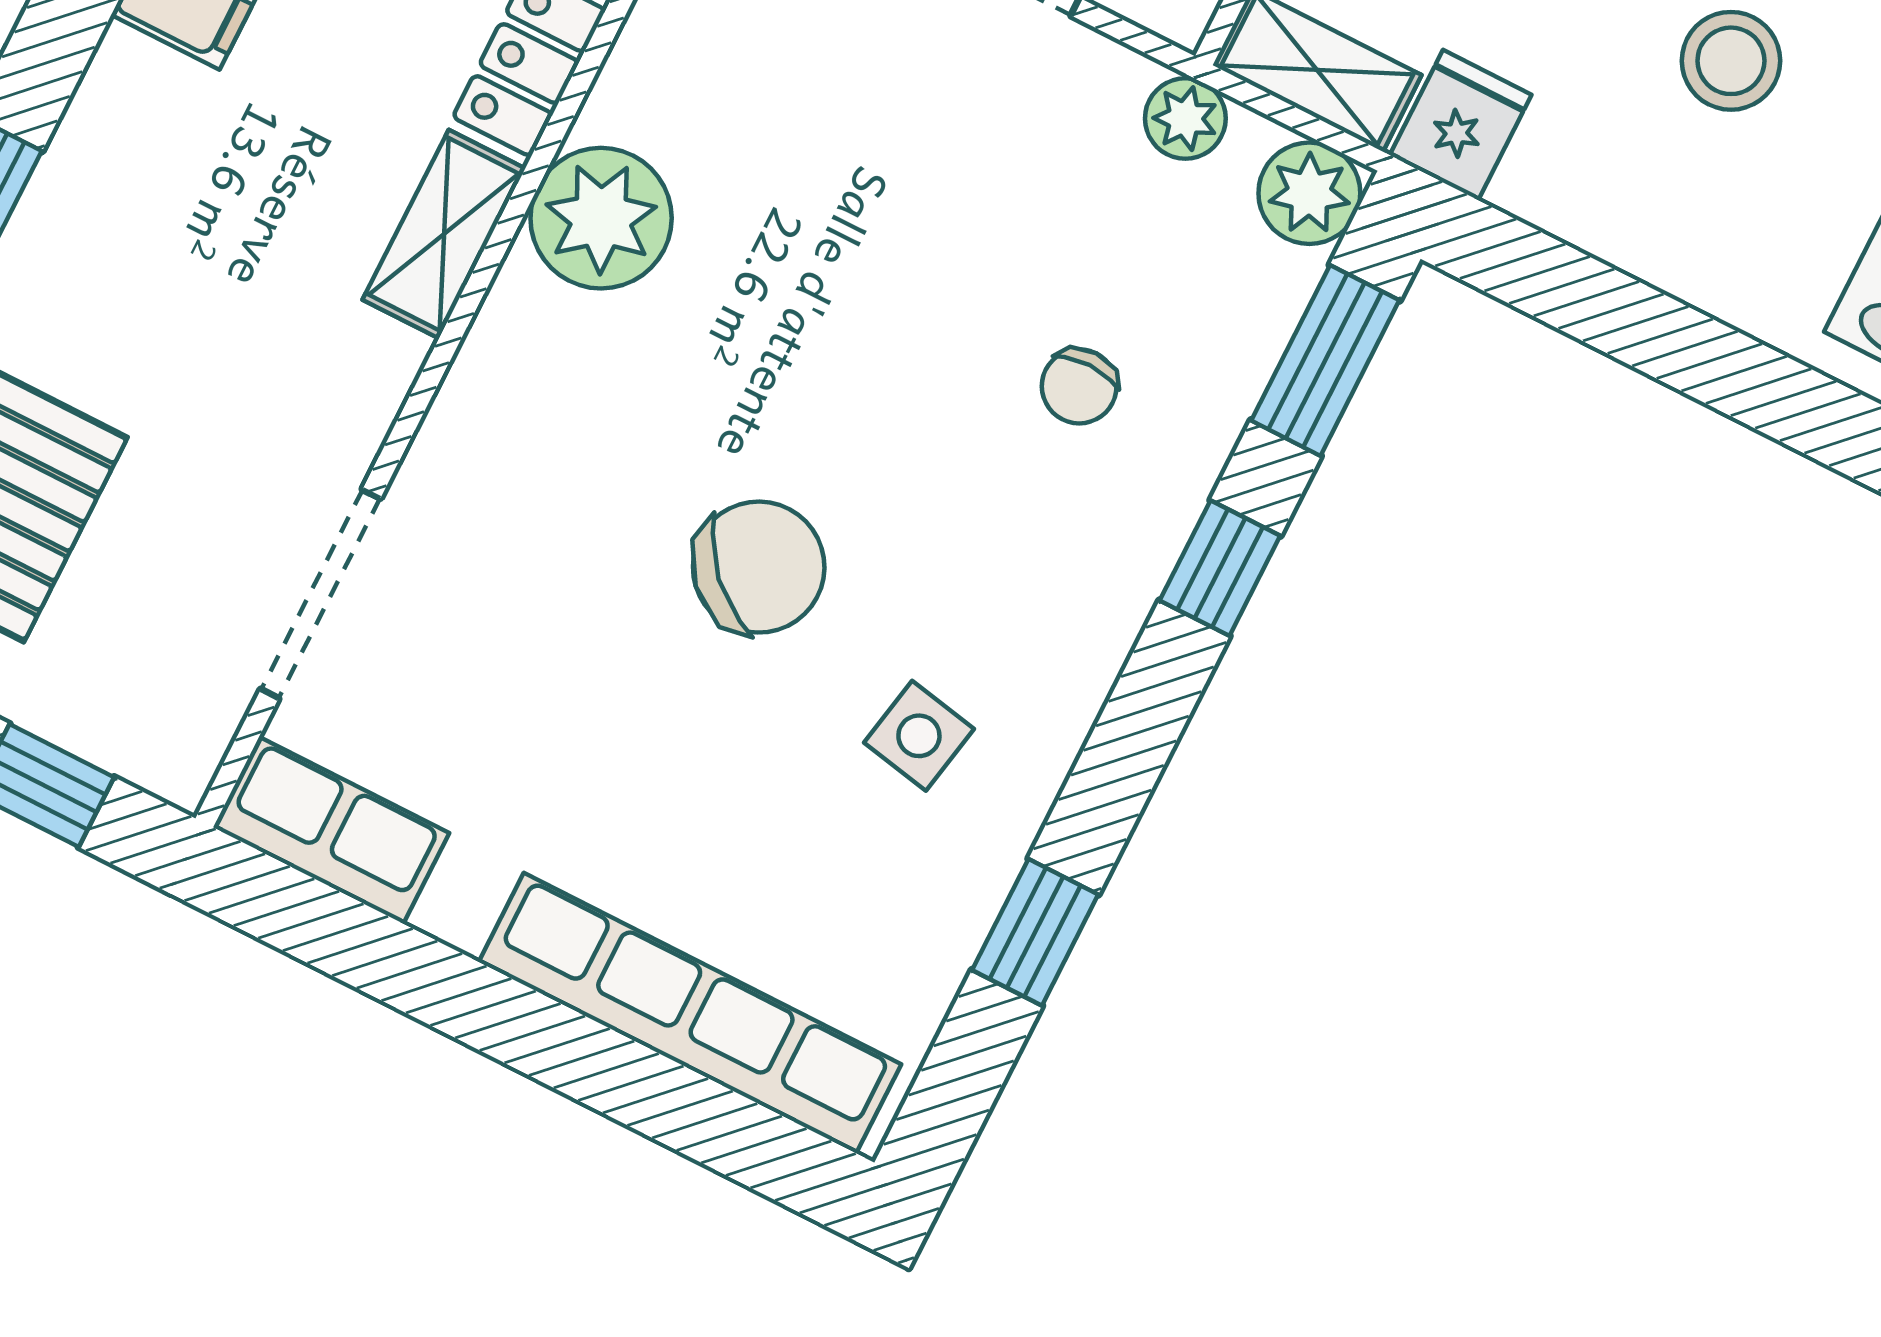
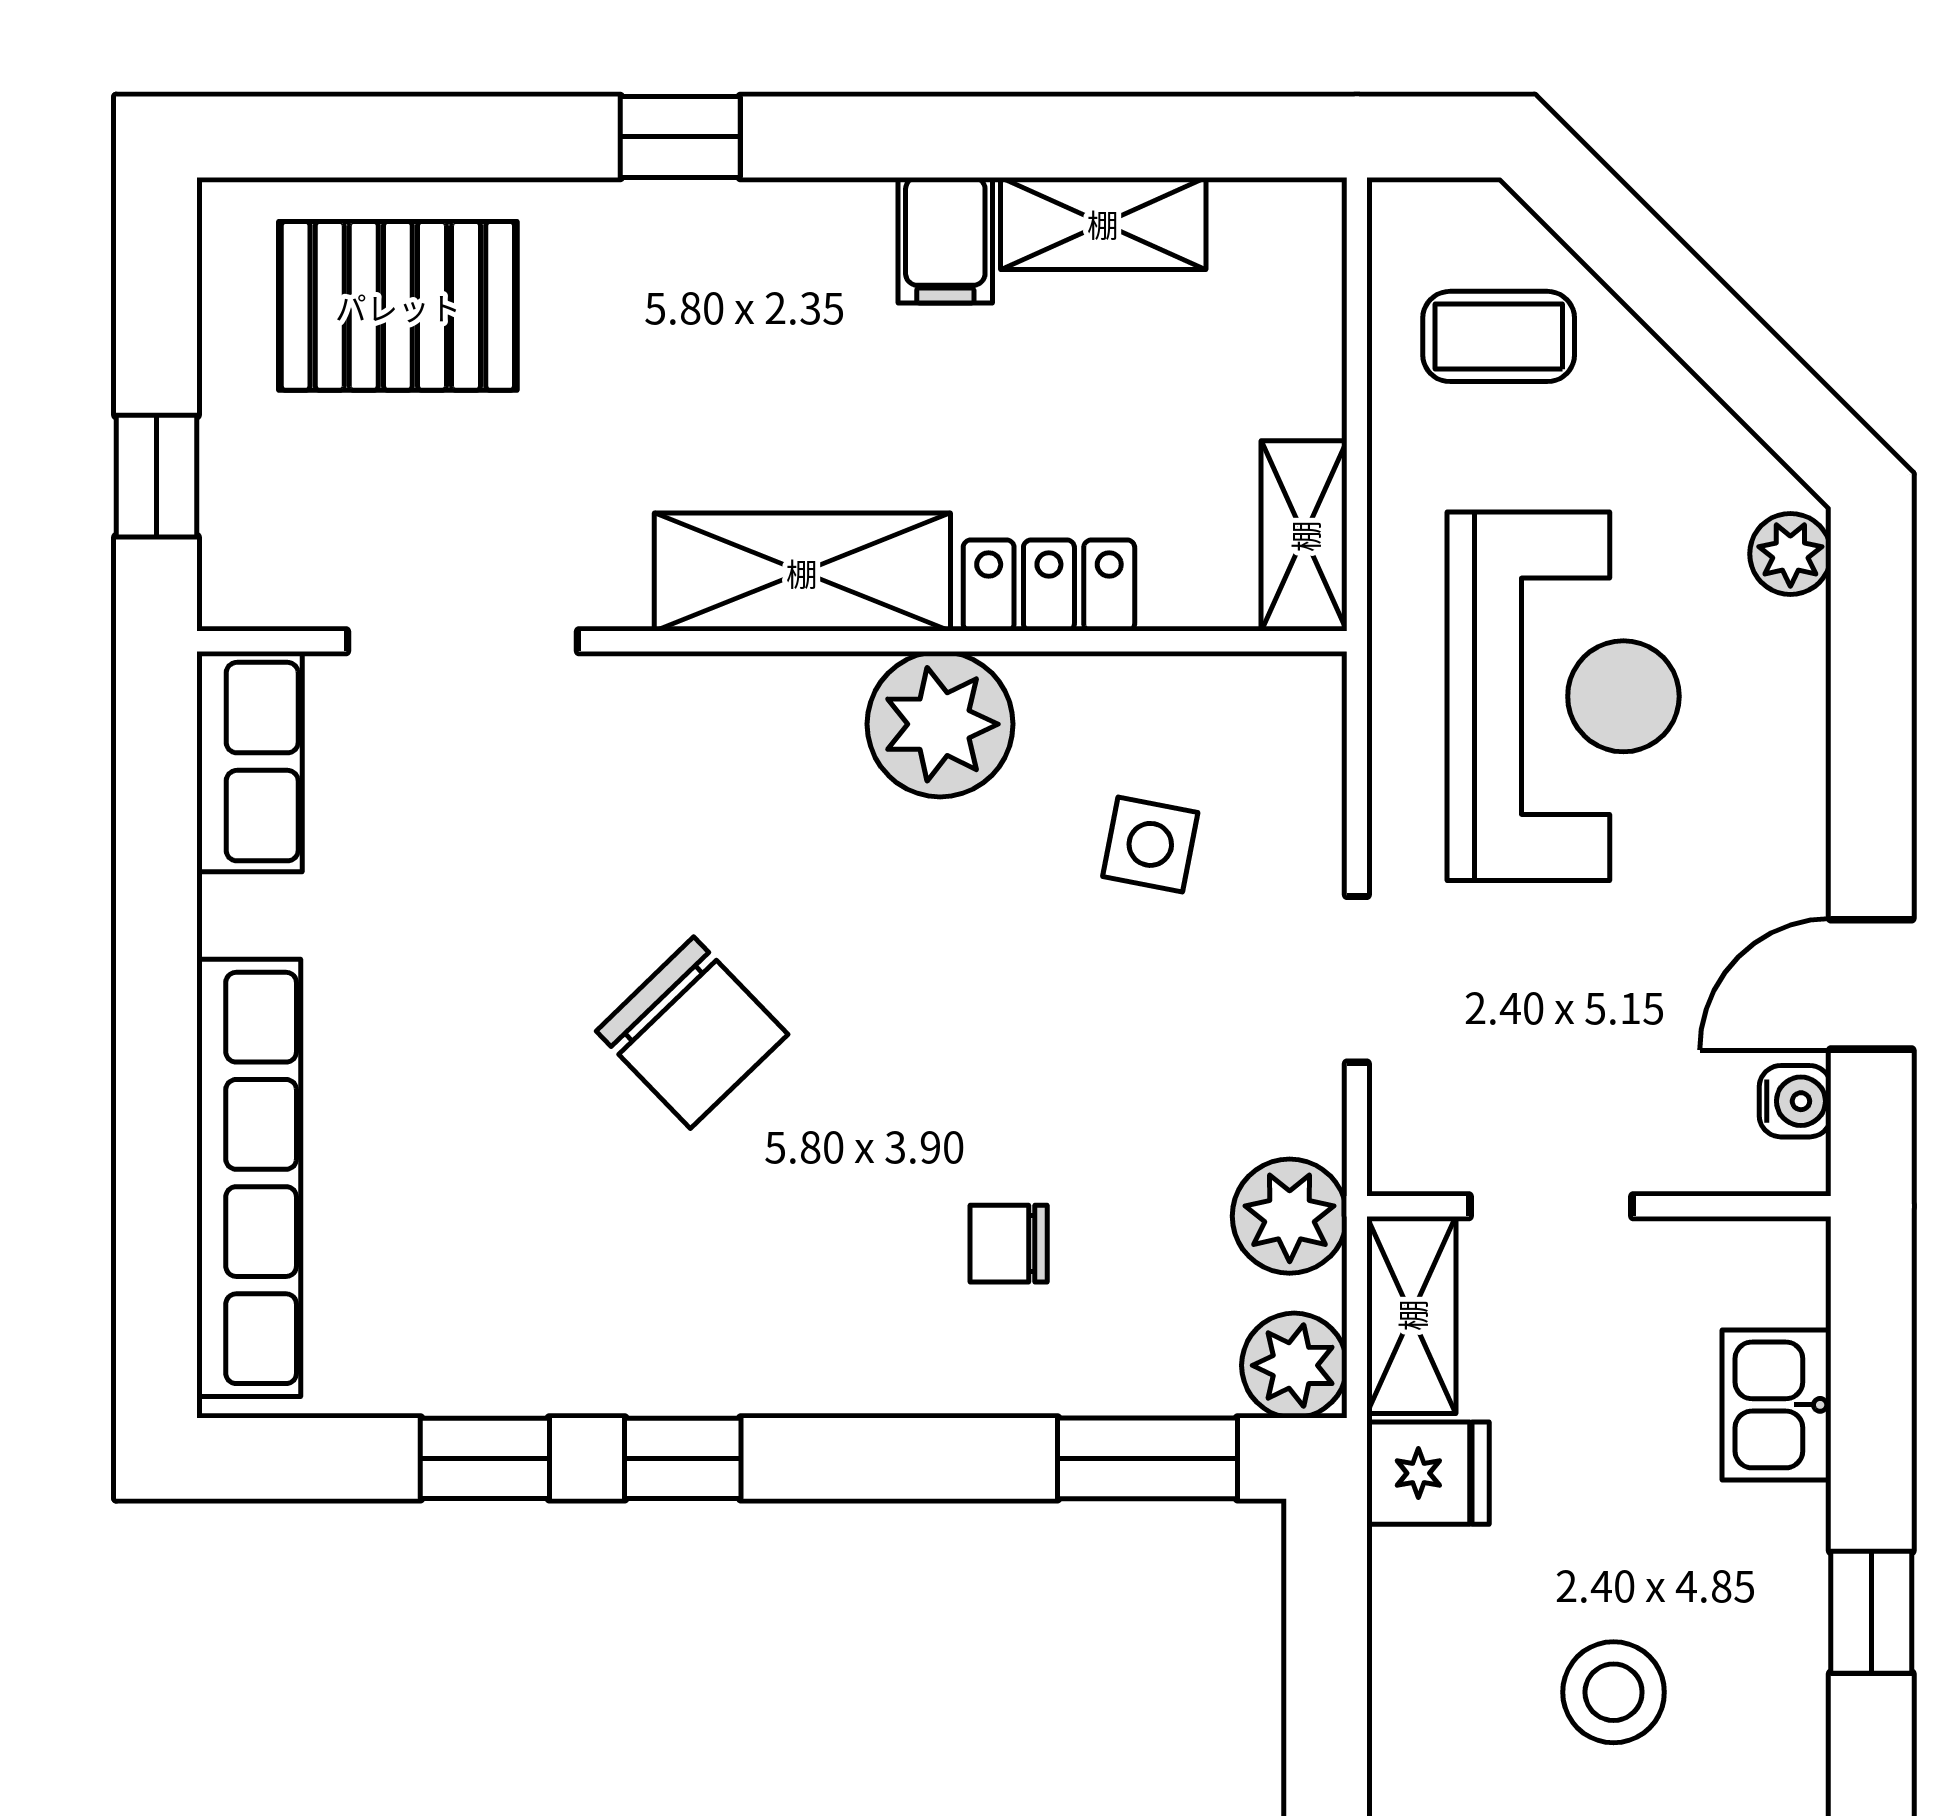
plant: (1185, 118) -> (1290, 1216), width x1.38, depth x1.38
shelving: (444, 234) -> (802, 572), width x1.50, depth x1.33
window: (1220, 568) -> (683, 1458), moved
side table: (919, 736) -> (1150, 844), moved

